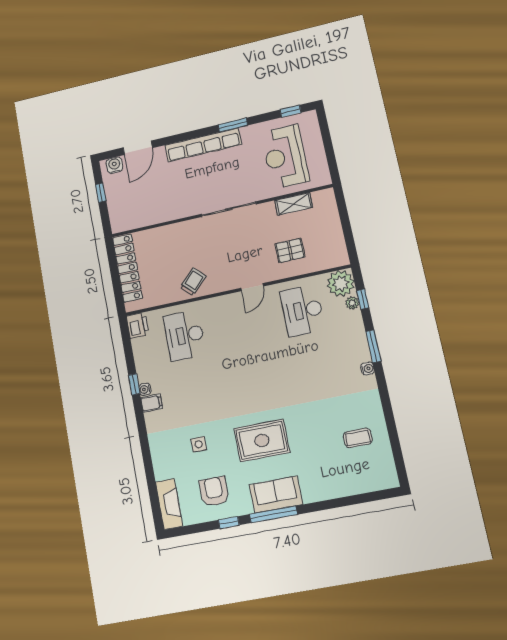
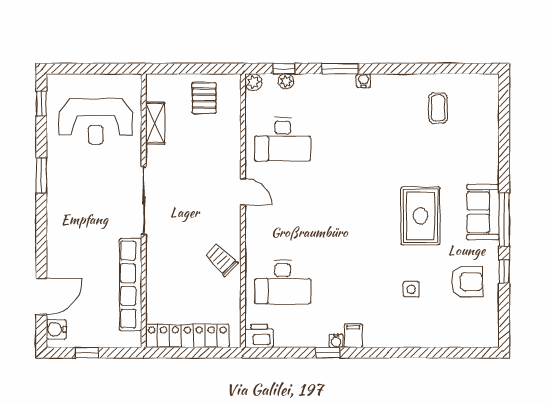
row of seats: (203, 145) -> (131, 285), moved, turned 180
door: (138, 148) -> (41, 297), hinge flipped
pallet: (290, 250) -> (204, 98), moved
plant: (341, 284) -> (253, 82), width x0.53, depth x0.53
armchair: (214, 491) -> (467, 282), turned 180
fireplace: (169, 504) -> (472, 336), removed

